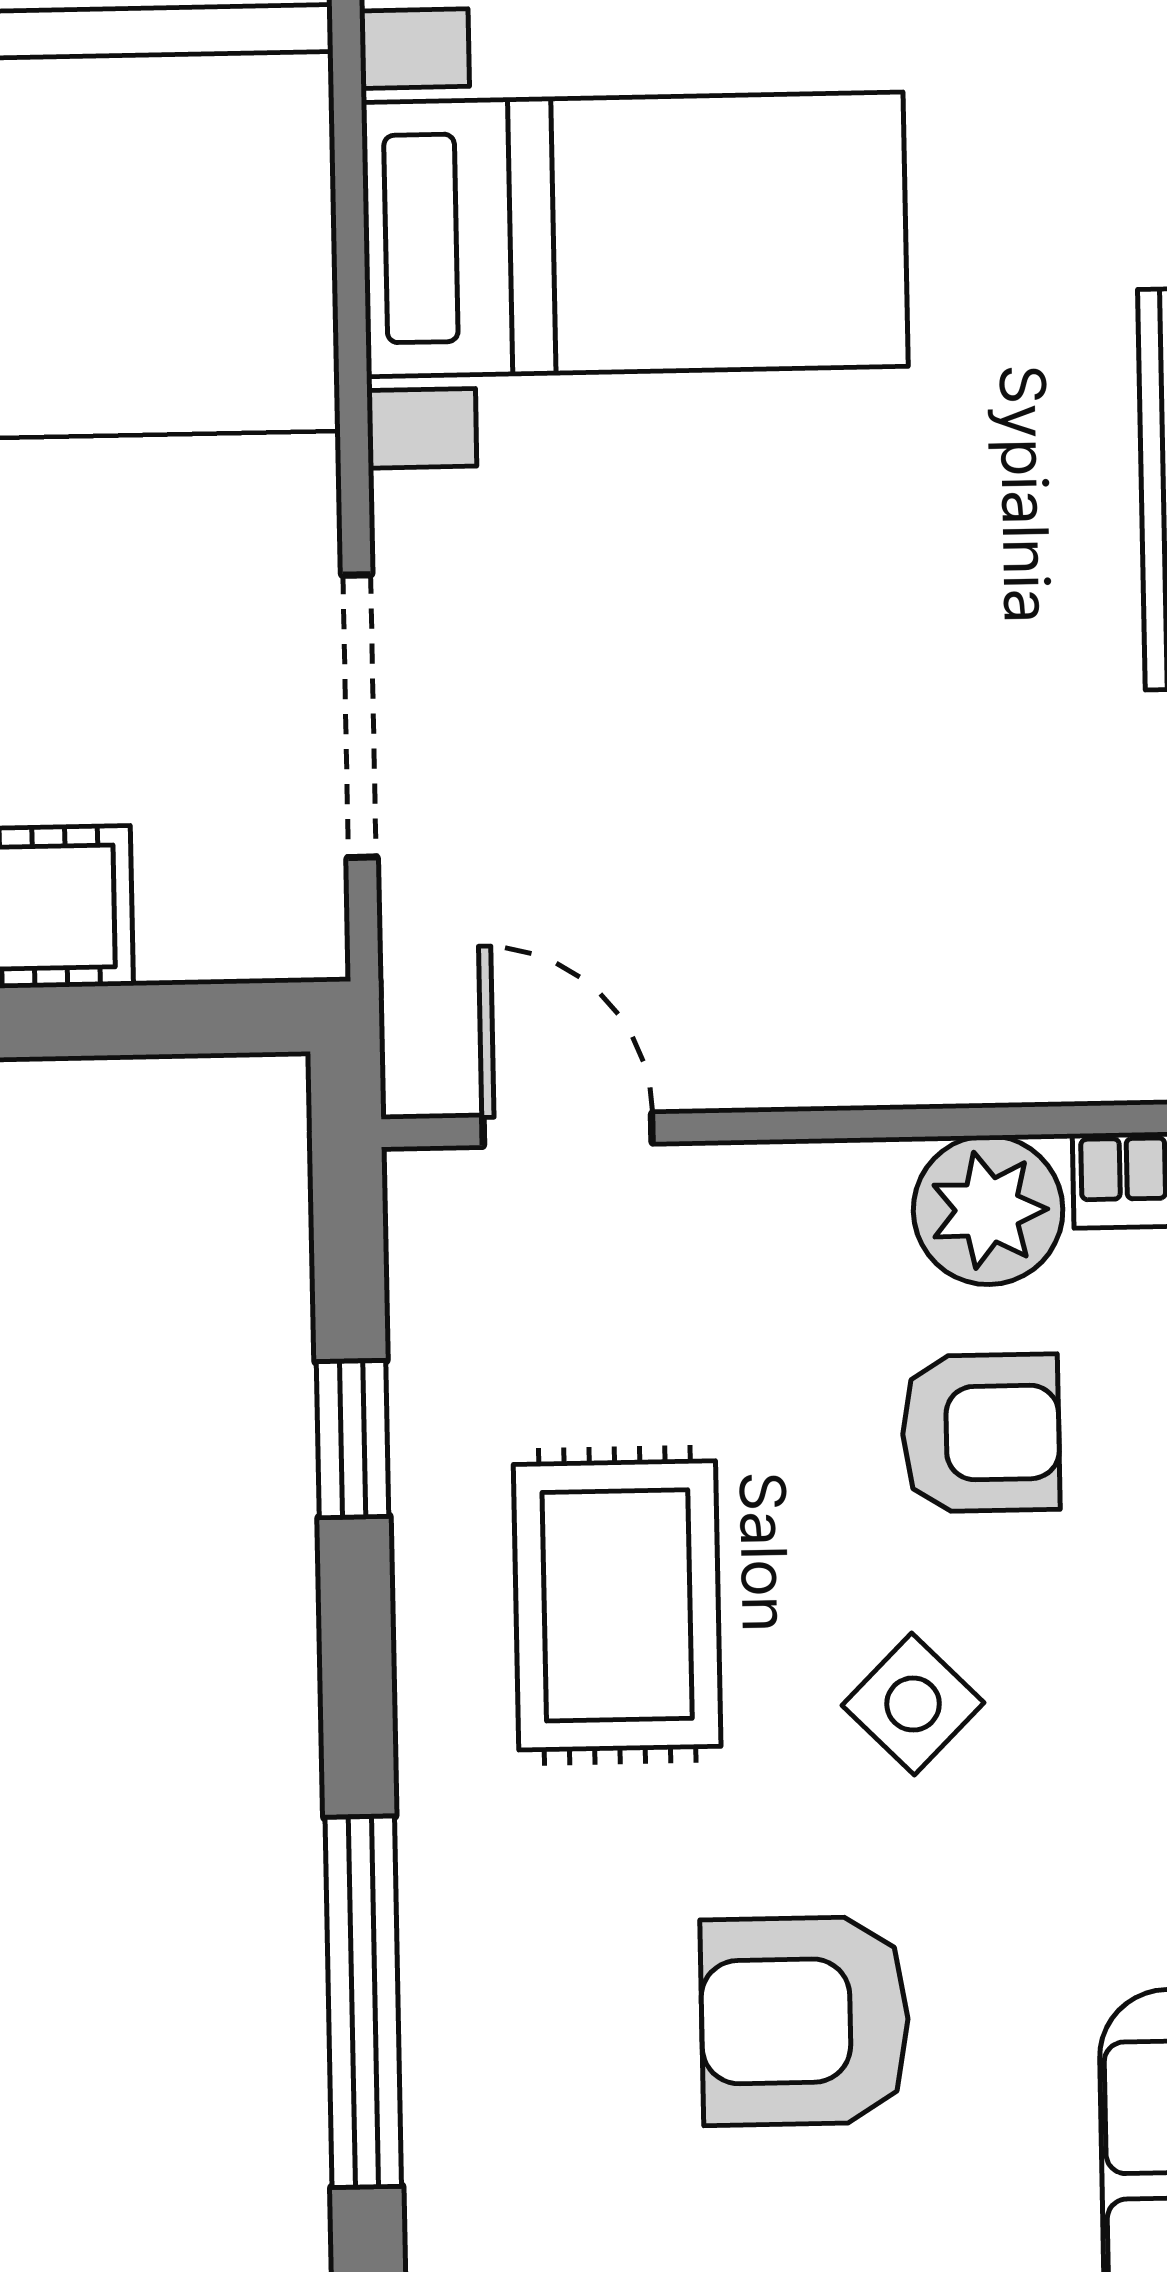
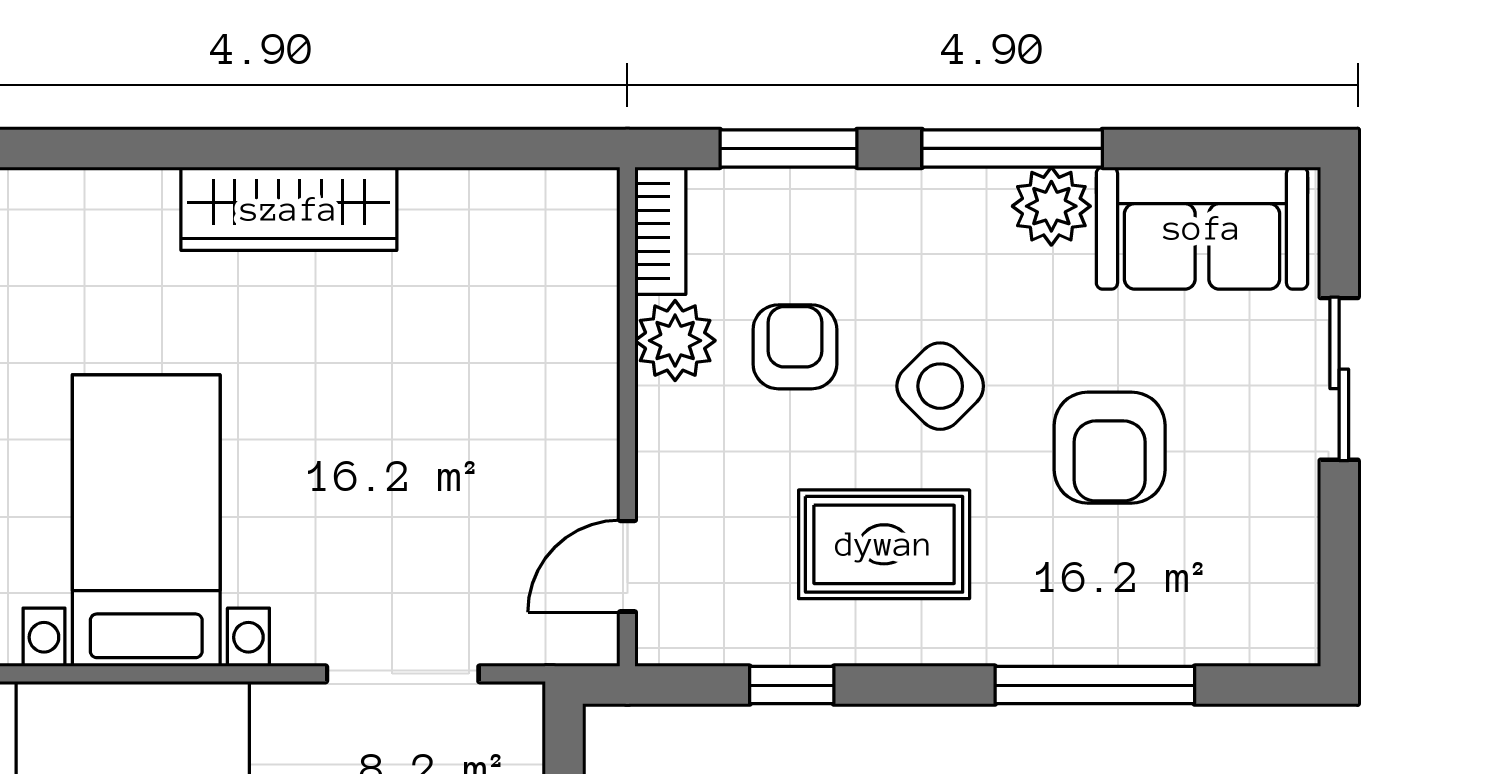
side table: (913, 1704) -> (940, 386), width x1.37, depth x1.37

